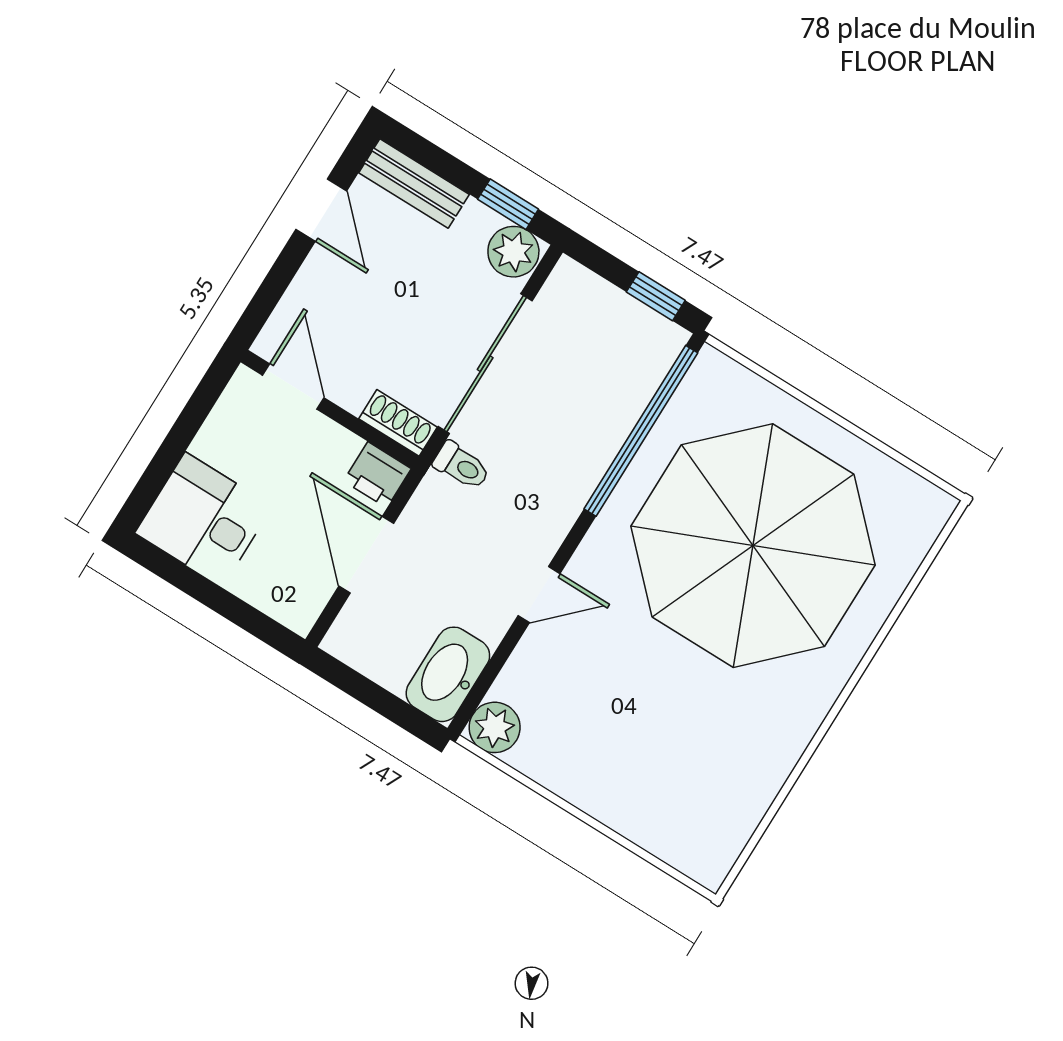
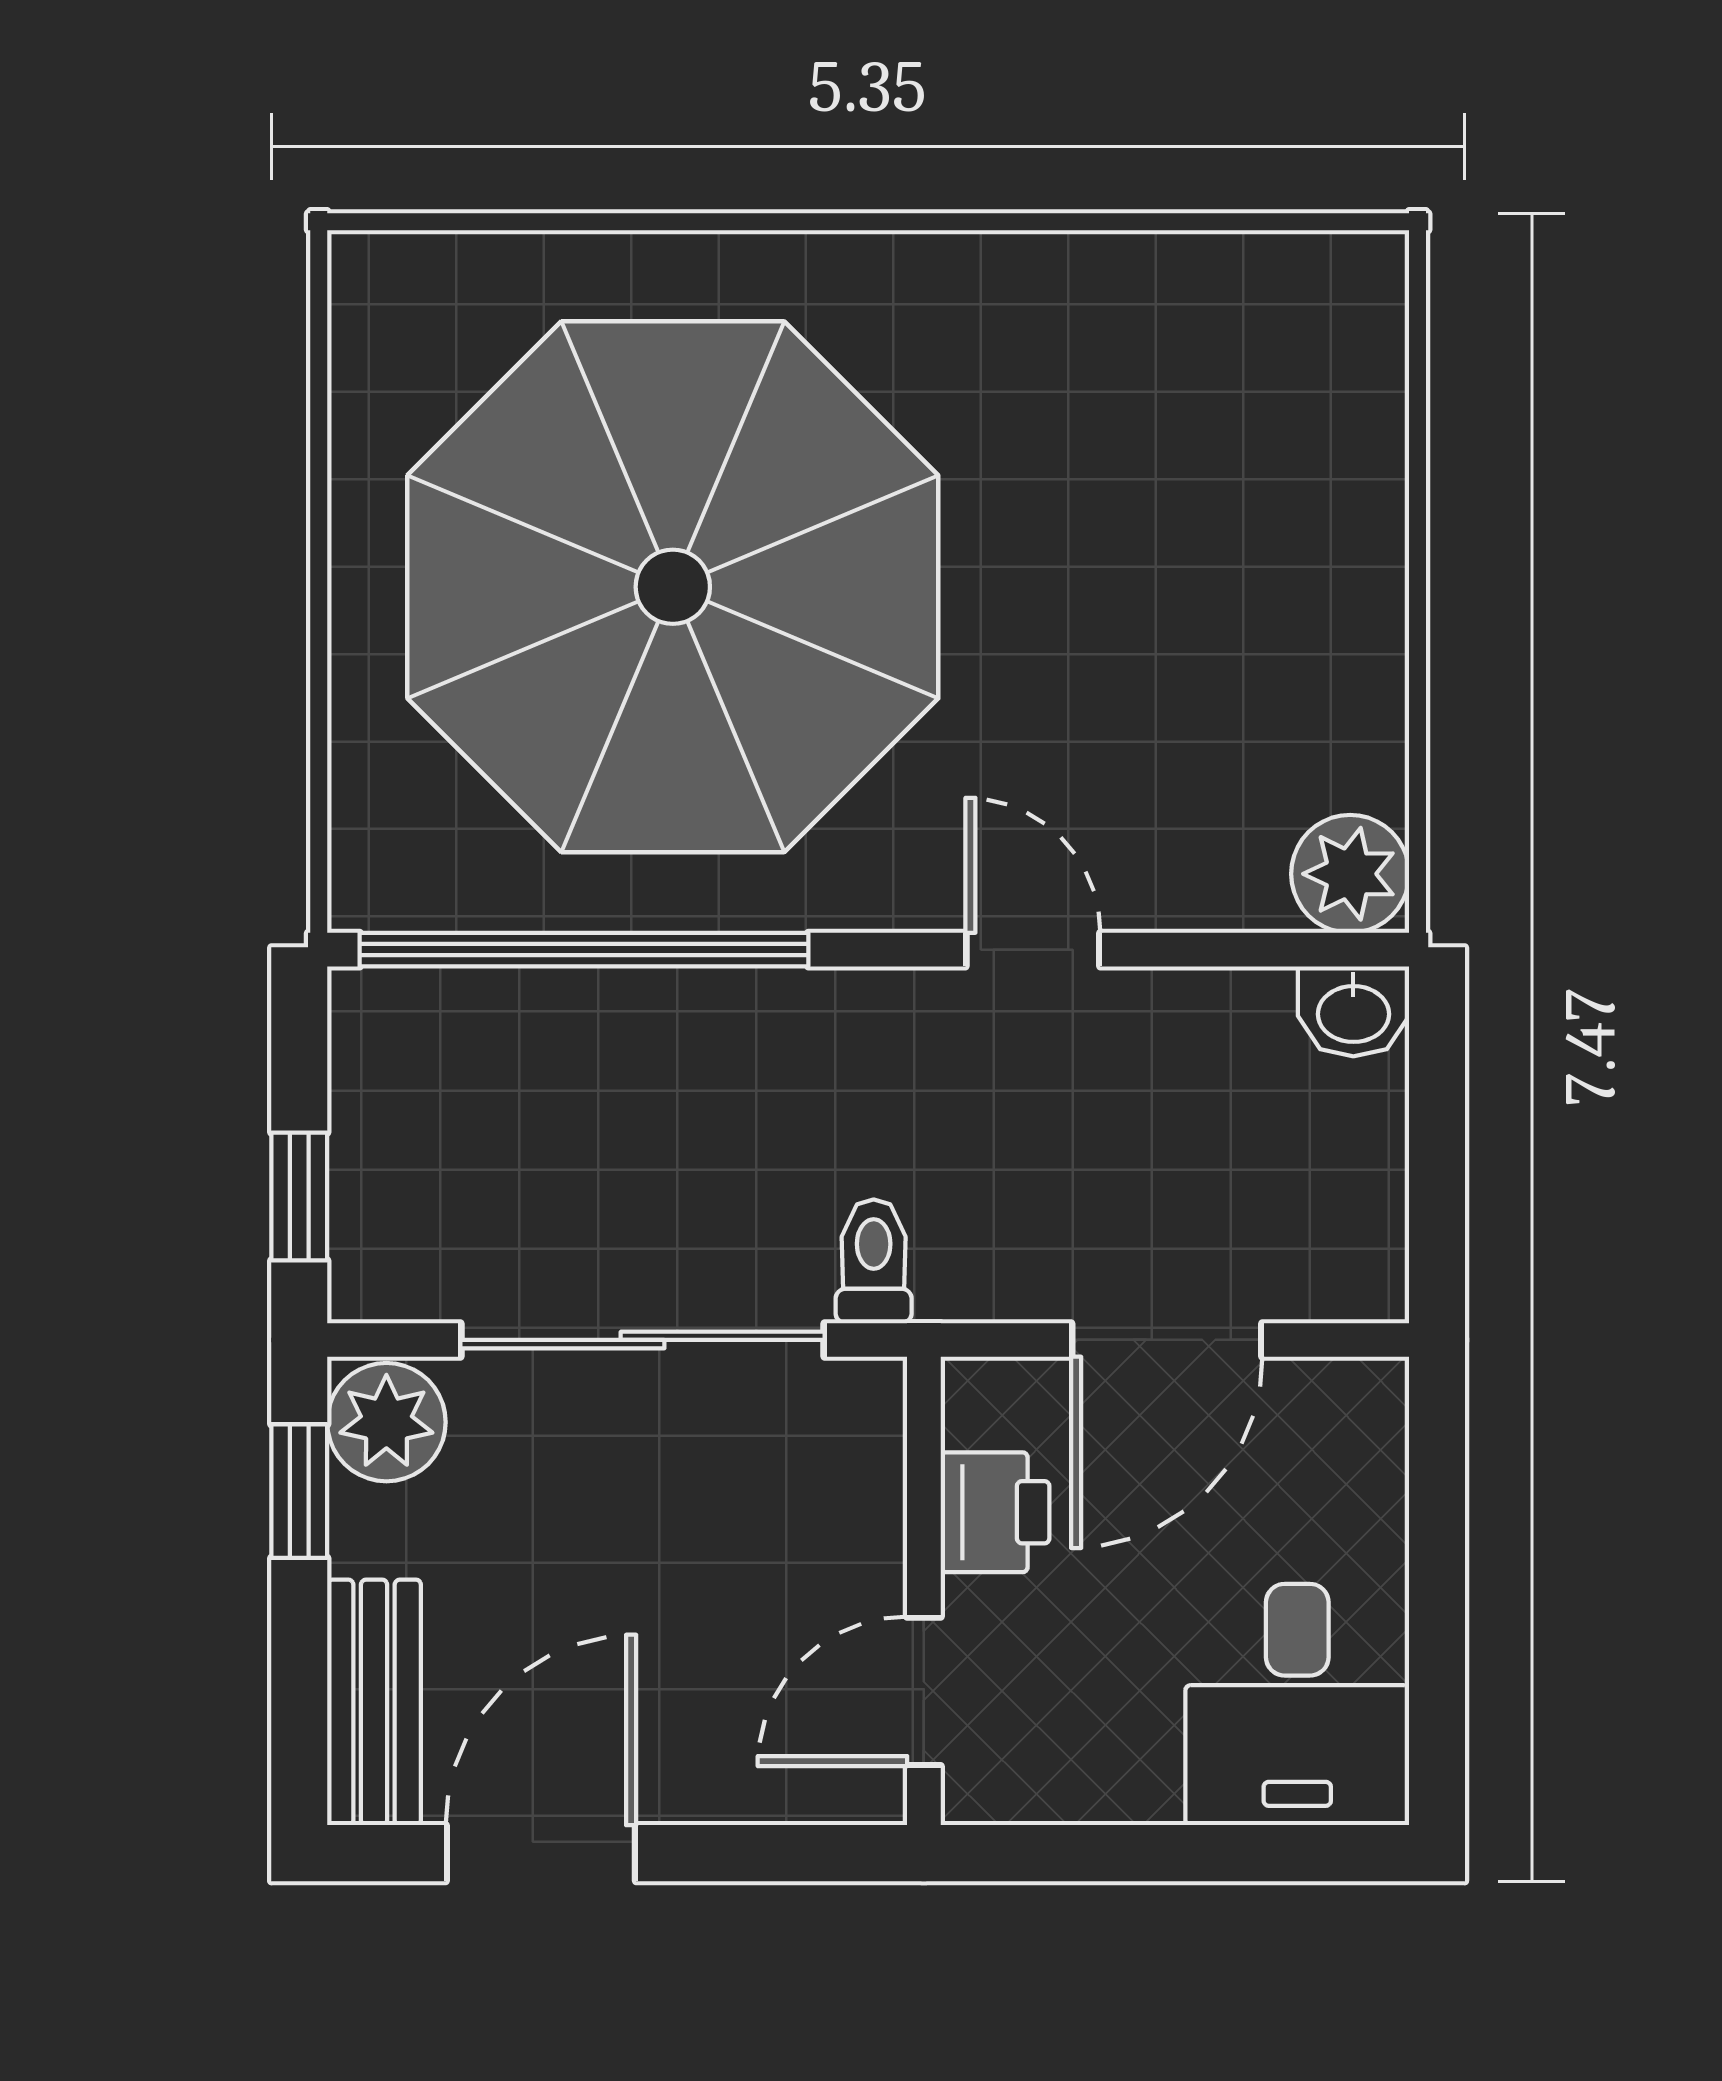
door: (321, 210) -> (541, 1853), width x1.38
window: (656, 296) -> (299, 1197), moved
shoe rack: (398, 423) -> (867, 1439), removed
printer: (377, 475) -> (995, 1512), moved
washbasin: (448, 674) -> (1353, 1011), width x0.52, depth x0.69

